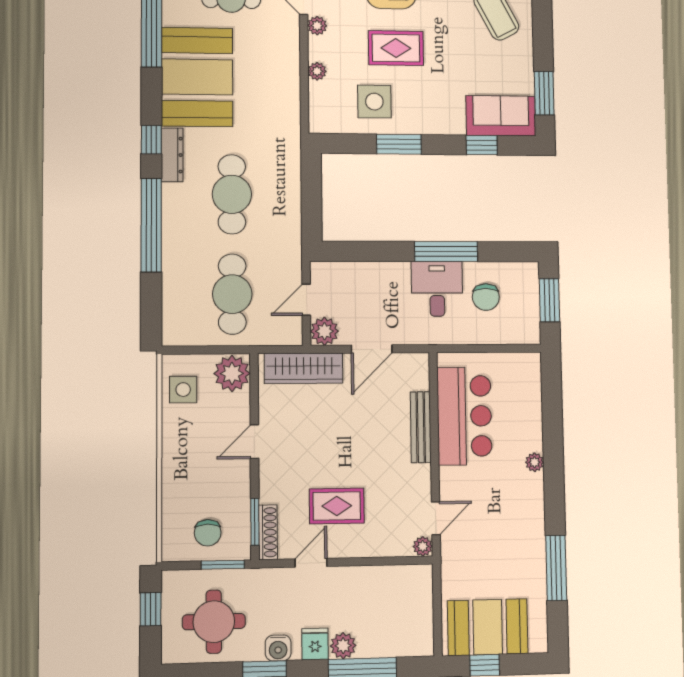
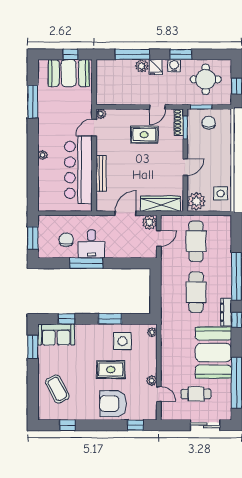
plant: (317, 71) -> (152, 332), moved
bar counter: (464, 416) -> (78, 170), width x1.36

